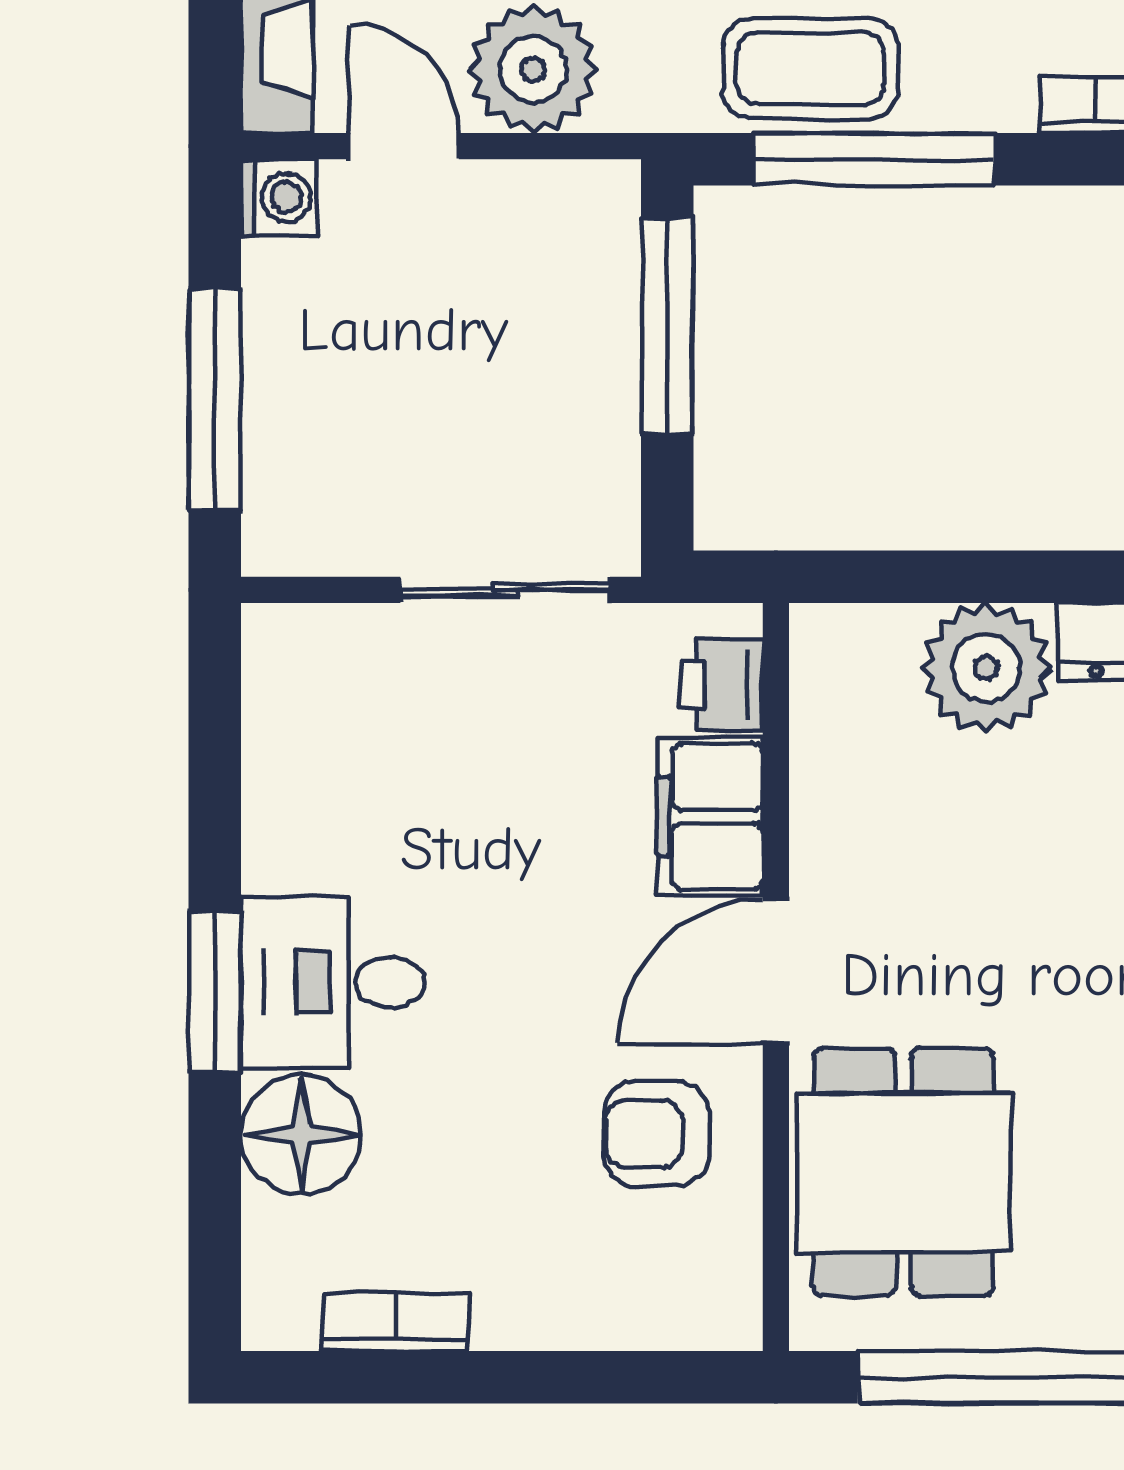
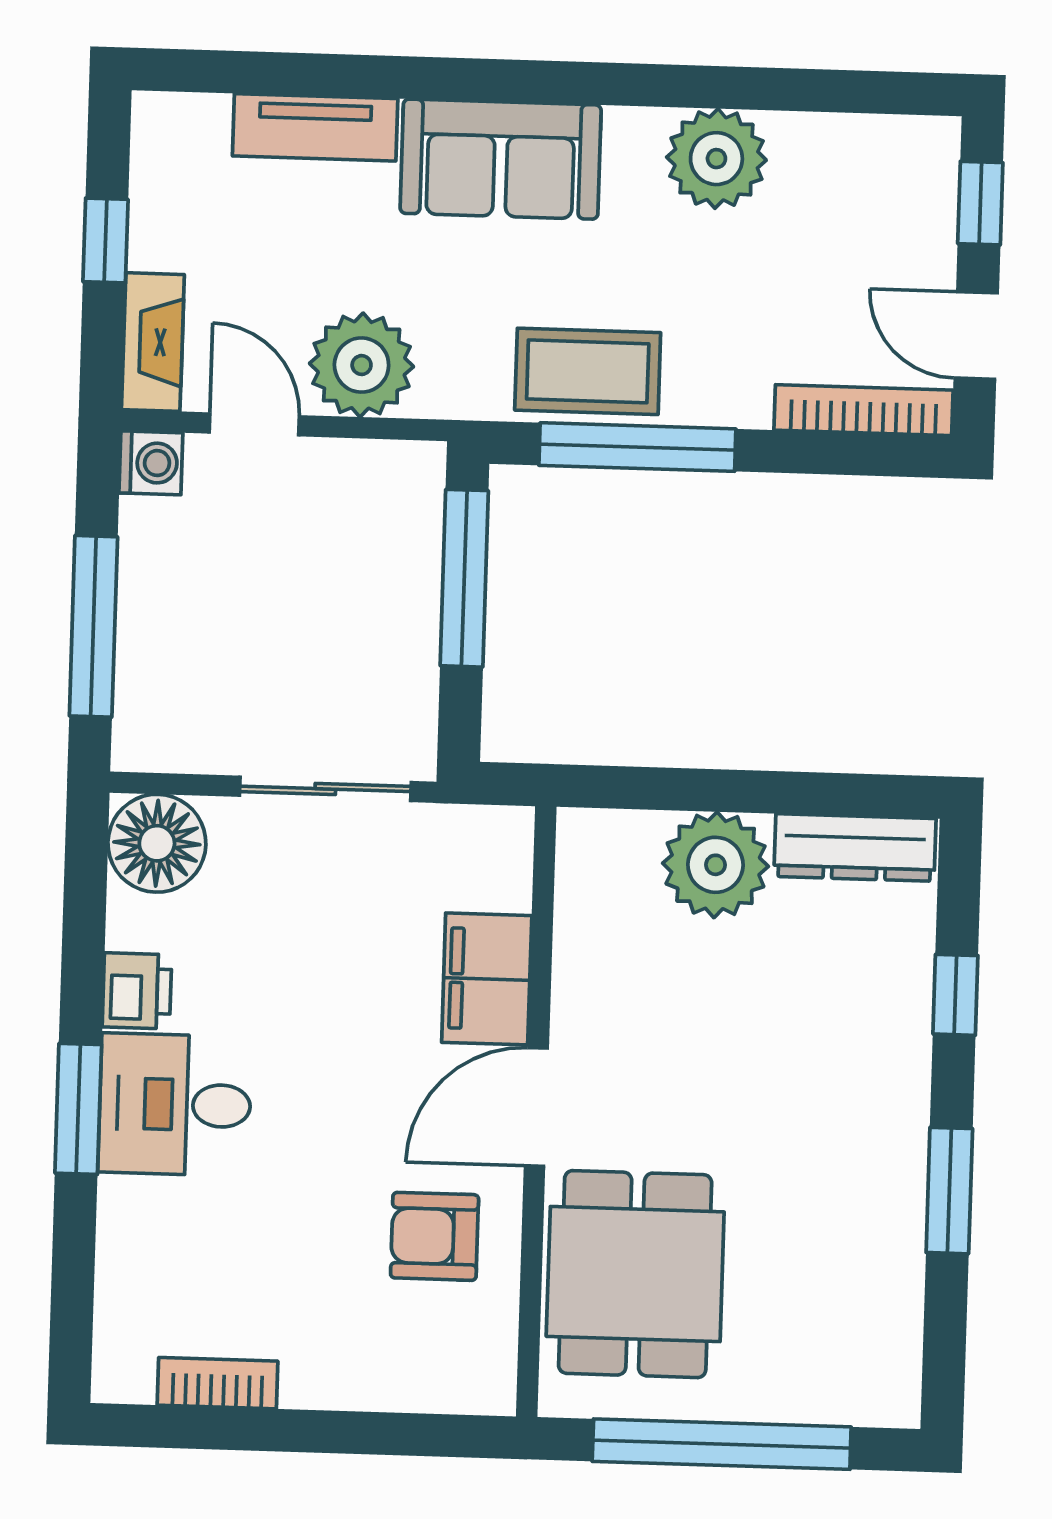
printer: (722, 685) -> (137, 991), moved, turned 180
floor lamp: (301, 1135) -> (157, 843), moved

